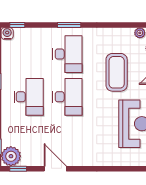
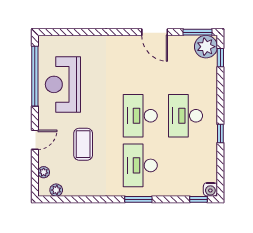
coffee table: (117, 72) -> (83, 144), width x0.73, depth x0.76
window: (18, 169) -> (198, 32), width x1.50

